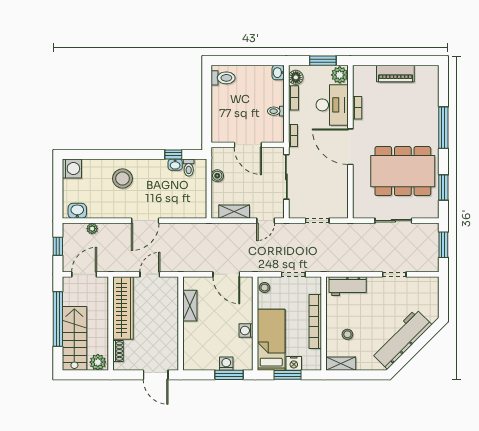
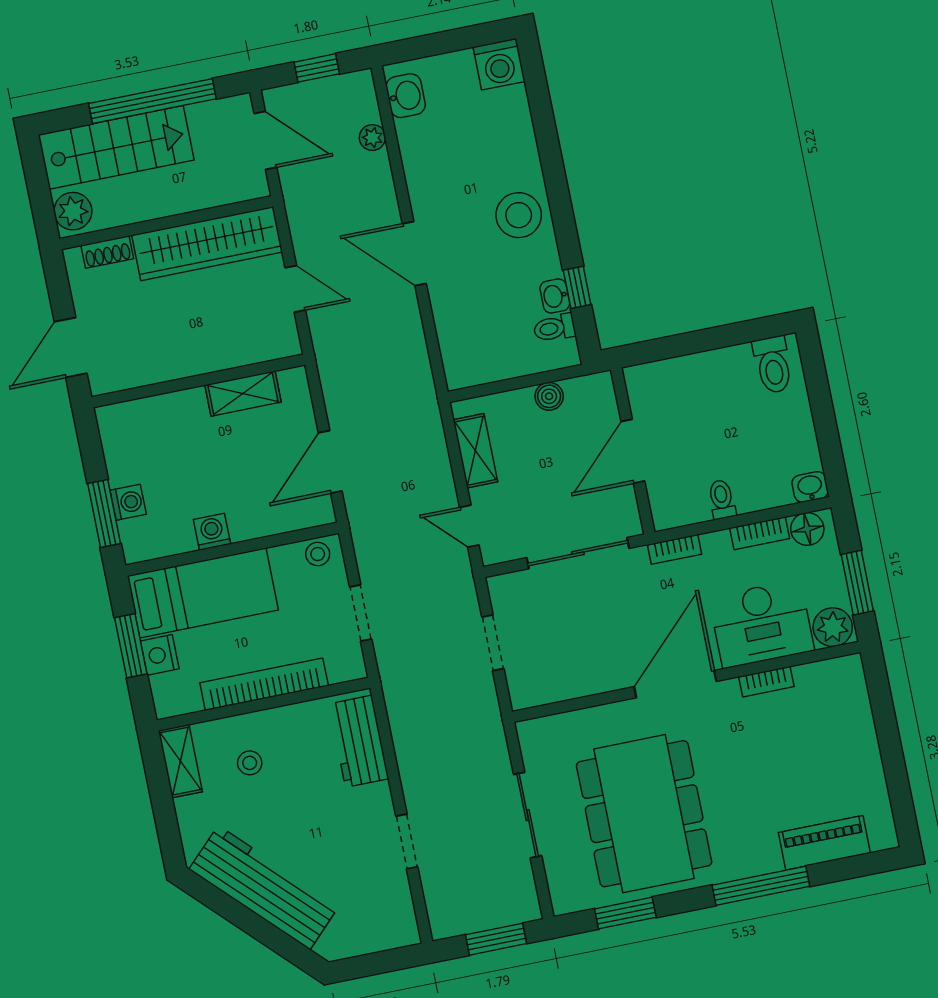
piano: (395, 74) -> (824, 843), moved, turned 90
stool: (122, 179) -> (519, 215), moved

